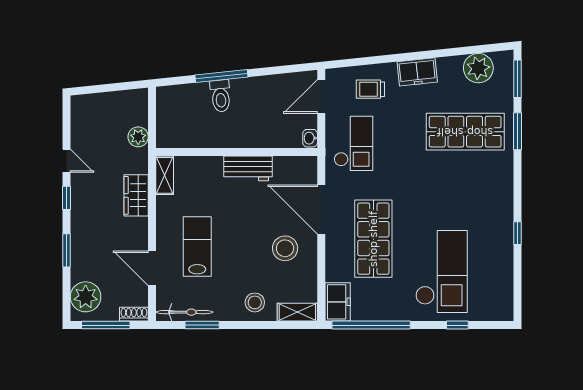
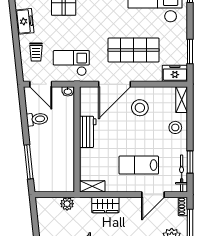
window: (221, 76) -> (29, 162), moved
toilet: (221, 96) -> (37, 119), moved
window: (371, 325) -> (190, 52), width x0.47

